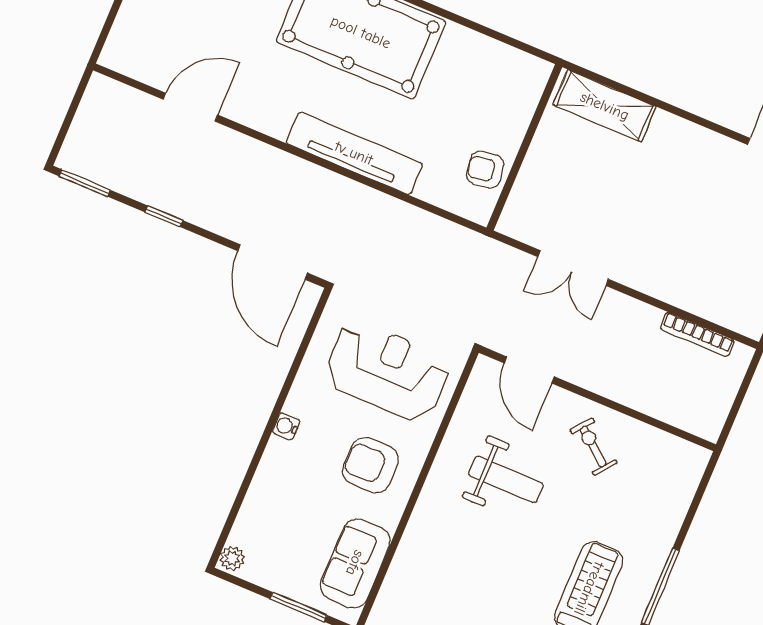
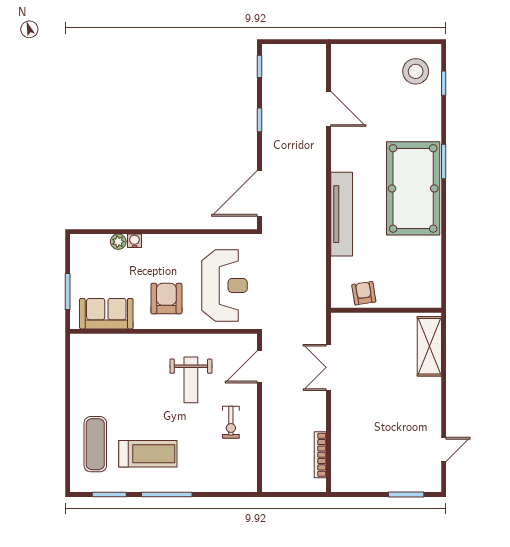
window: (85, 183) -> (259, 66), width x0.67
water cooler: (286, 426) -> (134, 241), moved
exercise bike: (593, 447) -> (231, 422), turned 141
plant: (232, 558) -> (118, 242), moved

